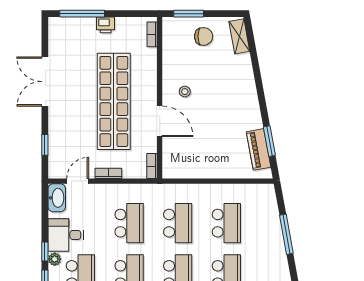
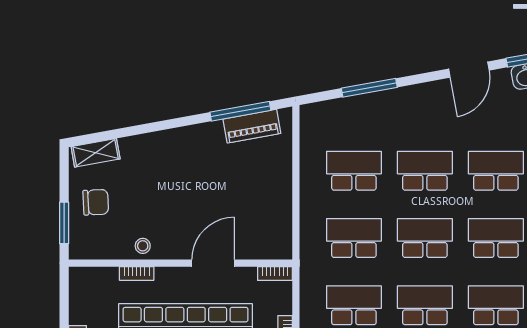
bookcase: (152, 34) -> (137, 273), moved
chair: (204, 36) -> (96, 202), turned 87
stool: (185, 92) -> (143, 246), moved
window: (269, 141) -> (240, 111), width x1.44

